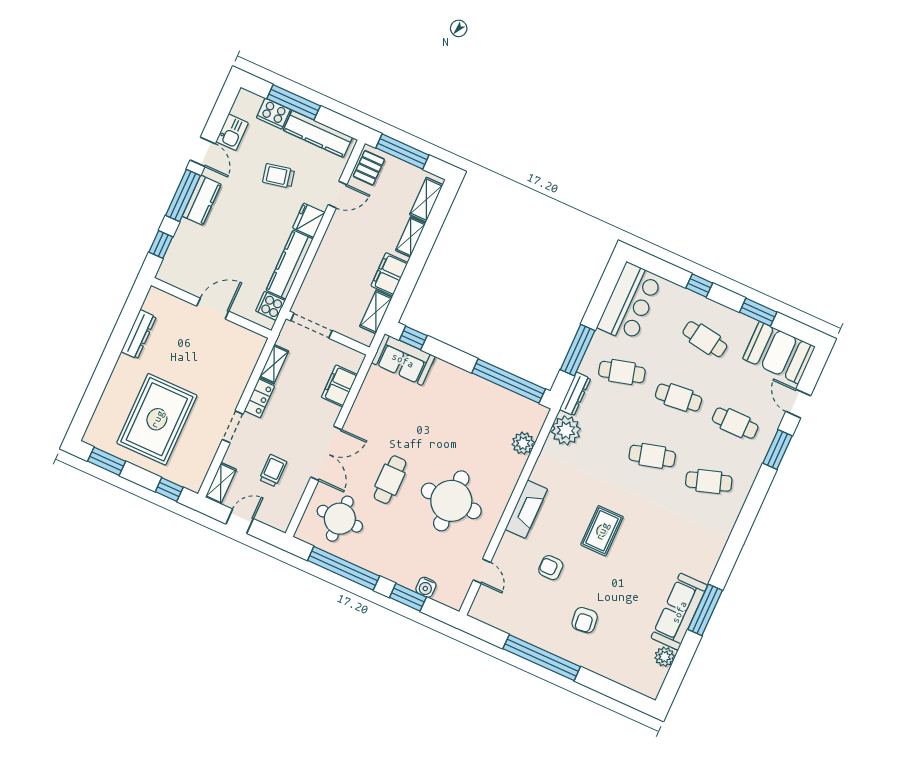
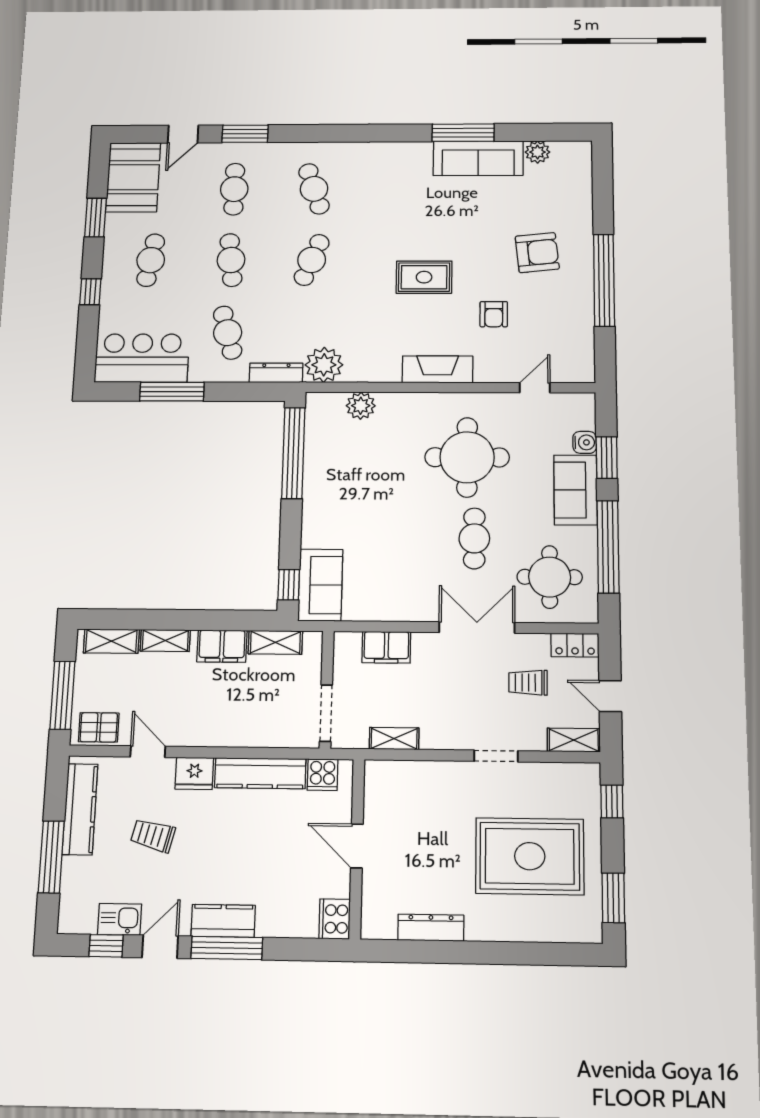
cooker: (273, 114) -> (335, 919), moved, turned 180
trolley: (279, 176) -> (153, 835), turned 116
window: (161, 244) -> (106, 946), moved
window: (578, 350) -> (172, 392), moved
locker: (259, 398) -> (575, 645), moved, turned 180
cafe table: (652, 456) -> (312, 260), turned 36
cafe table: (390, 480) -> (474, 538), turned 90
sofa: (394, 565) -> (576, 490), added
armchair: (585, 620) -> (537, 253), width x1.38, depth x1.38

